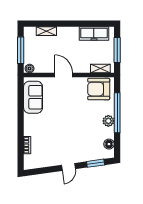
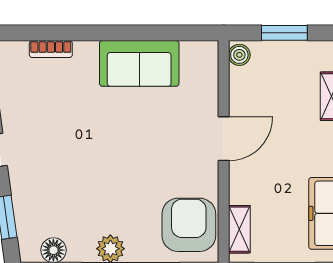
window: (21, 50) -> (284, 33), width x0.69
sofa: (33, 97) -> (139, 63), moved

